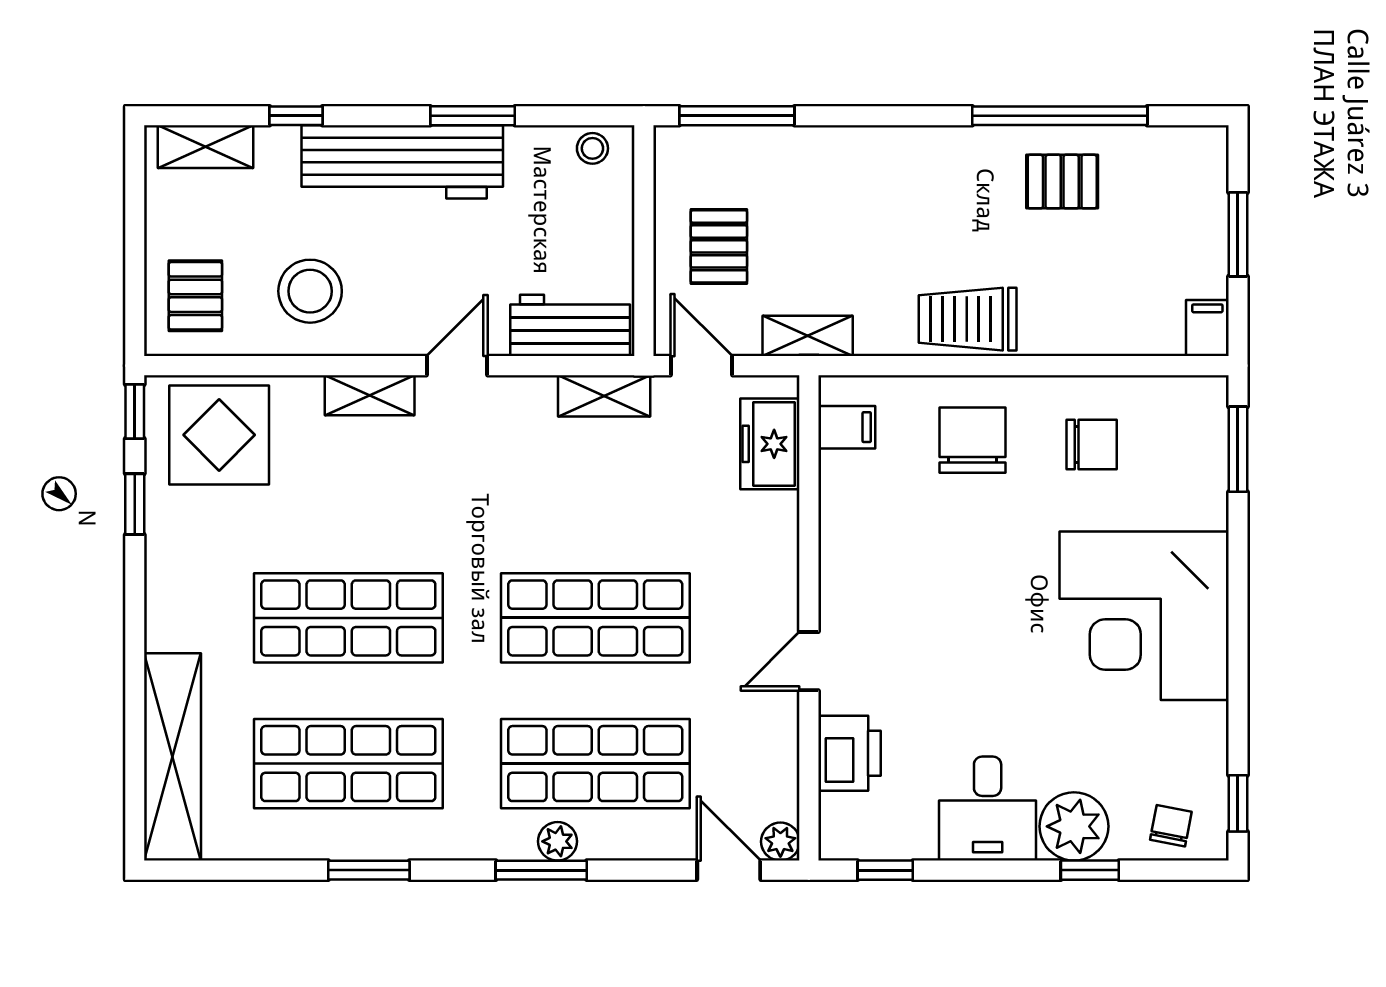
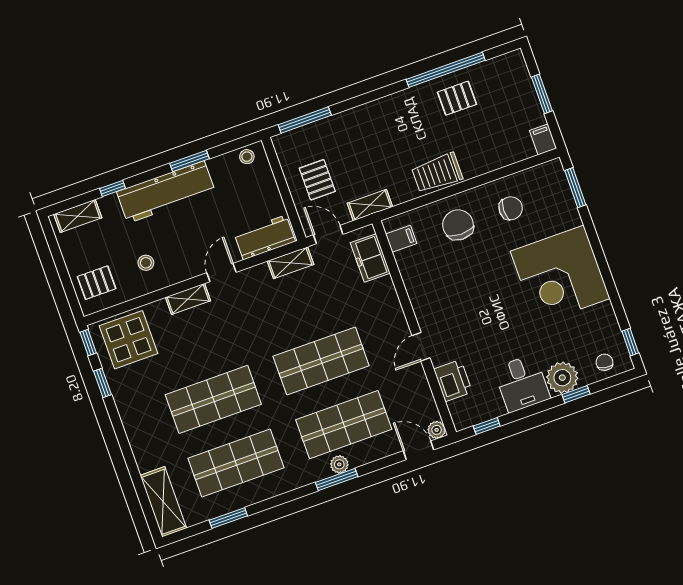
stool: (310, 291) -> (146, 263), width x0.53, depth x0.53
pallet: (195, 296) -> (97, 283), turned 90
shelving: (172, 757) -> (163, 502), width x0.68
window: (369, 870) -> (228, 518), moved

